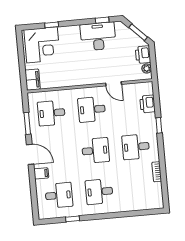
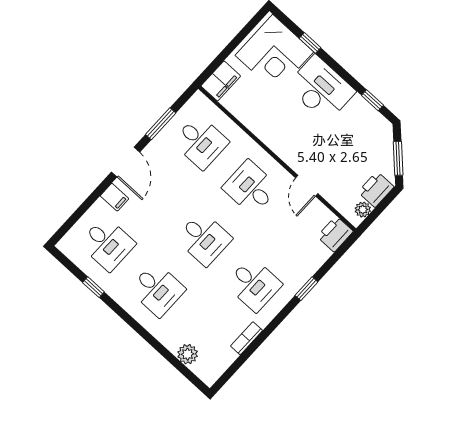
desk: (98, 36) -> (321, 89), moved
printer: (147, 104) -> (335, 234), moved
desk: (51, 113) -> (201, 142), turned 180
desk: (136, 147) -> (254, 284), turned 180
desk: (99, 192) -> (157, 289), turned 180
plant: (140, 204) -> (188, 354), added

